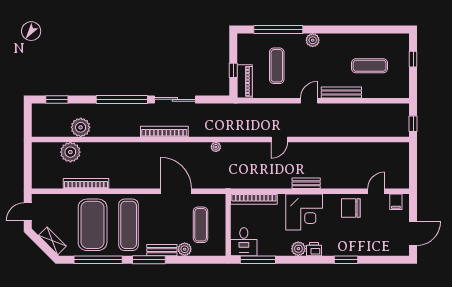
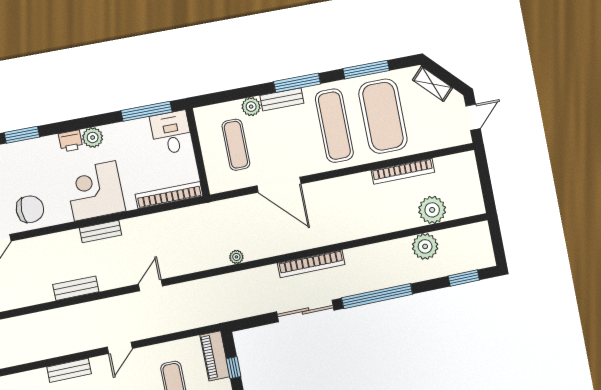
bench: (341, 92) -> (69, 370), width x0.73
bench: (331, 148) -> (76, 288), added
window: (98, 260) -> (366, 70), width x0.68

